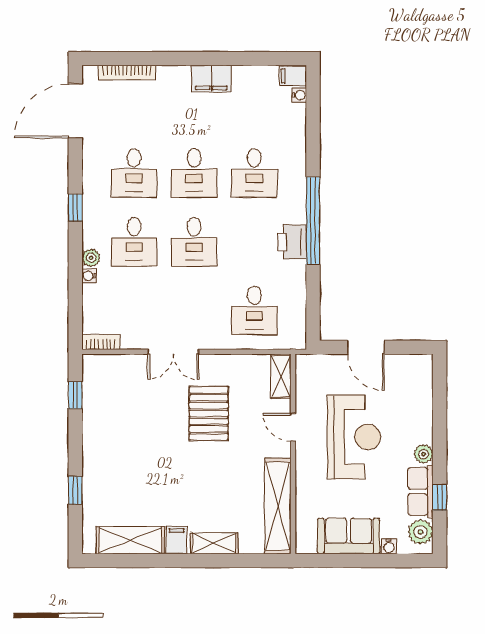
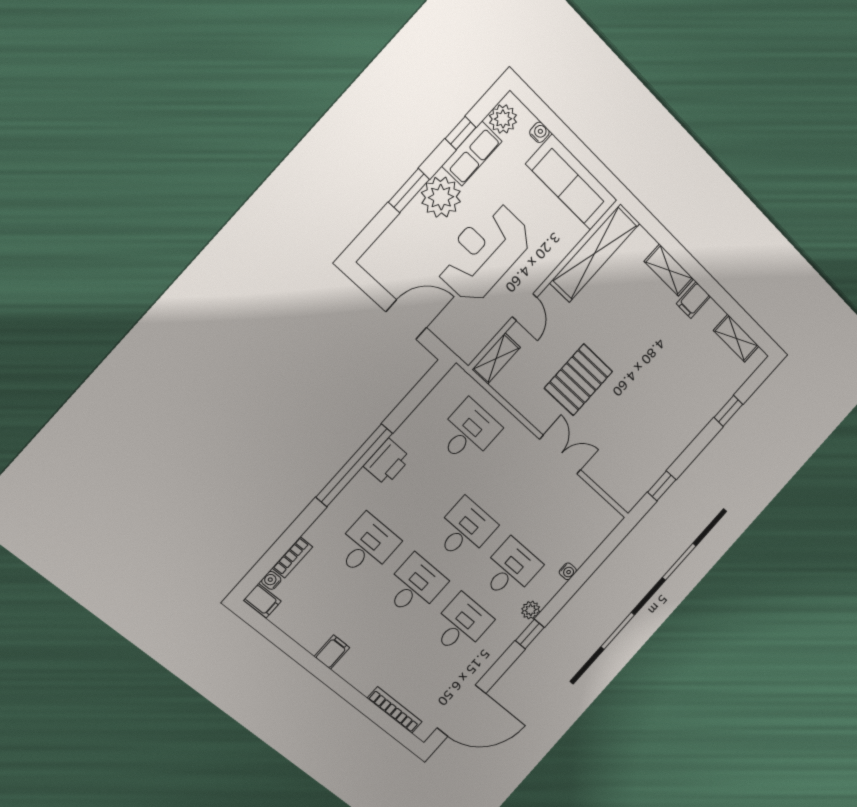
filing cabinet: (211, 79) -> (332, 652), width x0.50
plant: (91, 258) -> (531, 610), moved
bookcase: (101, 342) -> (292, 557), moved, turned -90
door: (366, 347) -> (406, 320), hinge flipped
window: (440, 431) -> (409, 191), added
plant: (423, 454) -> (441, 197), width x1.87, depth x1.87
sofa: (349, 536) -> (572, 182), width x1.36
shelving: (130, 540) -> (736, 338), width x0.67, depth x0.75

